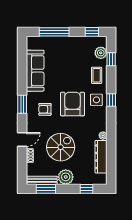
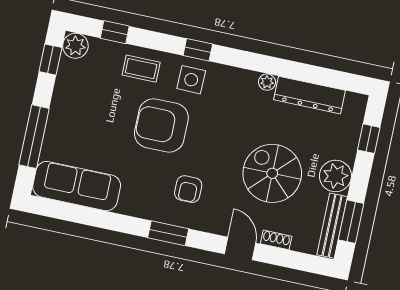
plant: (101, 53) -> (75, 46), moved
sofa: (35, 71) -> (77, 186), moved
armchair: (73, 104) -> (161, 125), moved

